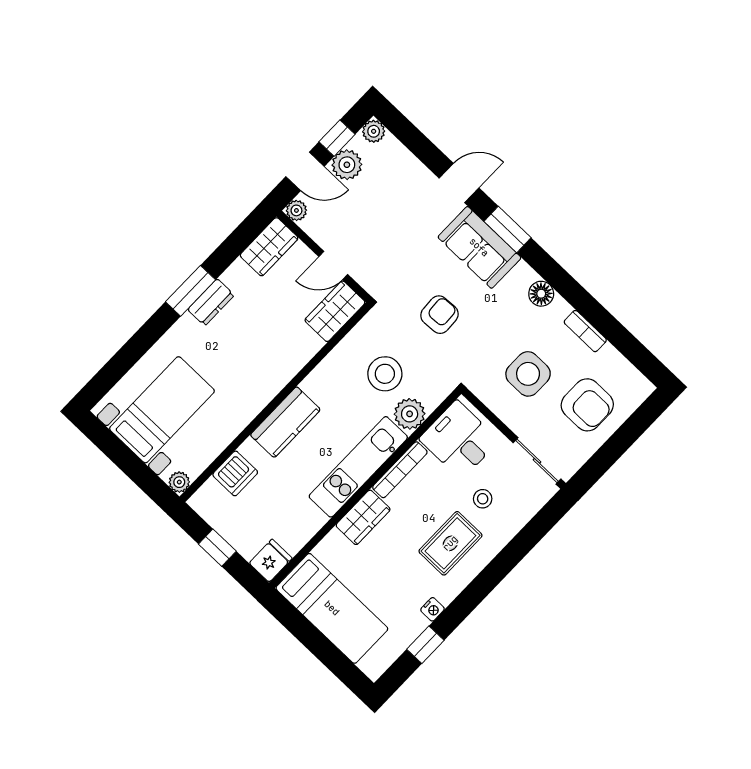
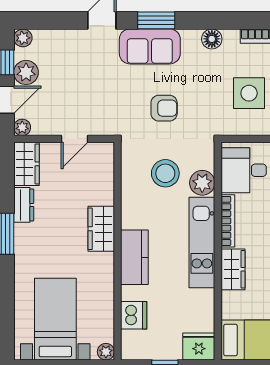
dresser: (211, 302) -> (24, 205), moved
wardrobe: (335, 311) -> (101, 229), moved
armchair: (439, 315) -> (164, 108), turned 93
fridge: (271, 561) -> (199, 346), width x1.38

